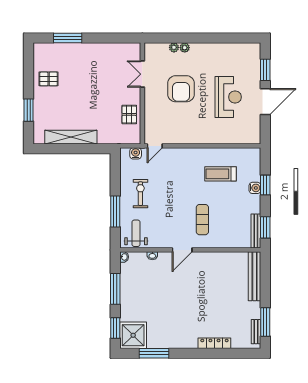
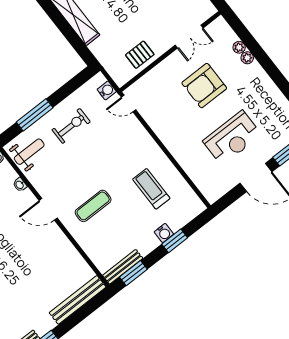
double door: (142, 74) -> (189, 37), swing flipped

